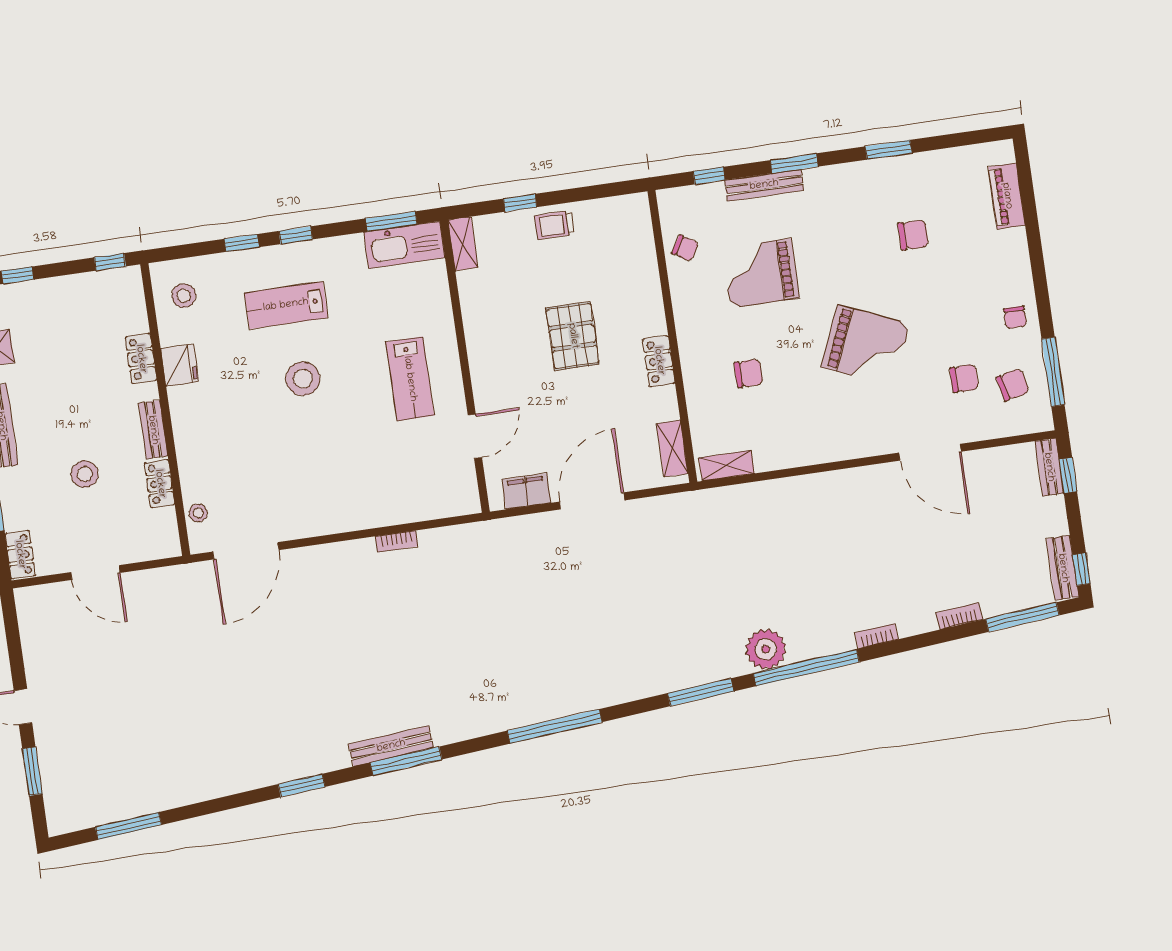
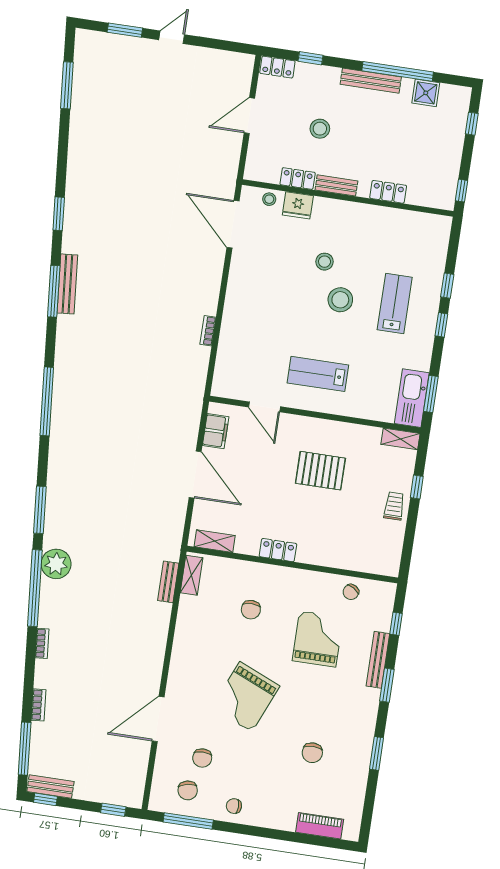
stool: (184, 296) -> (325, 262), moved
pallet: (573, 336) -> (320, 471), moved
fridge: (180, 365) -> (298, 205), moved
bench: (1049, 467) -> (168, 582), moved, turned 90

